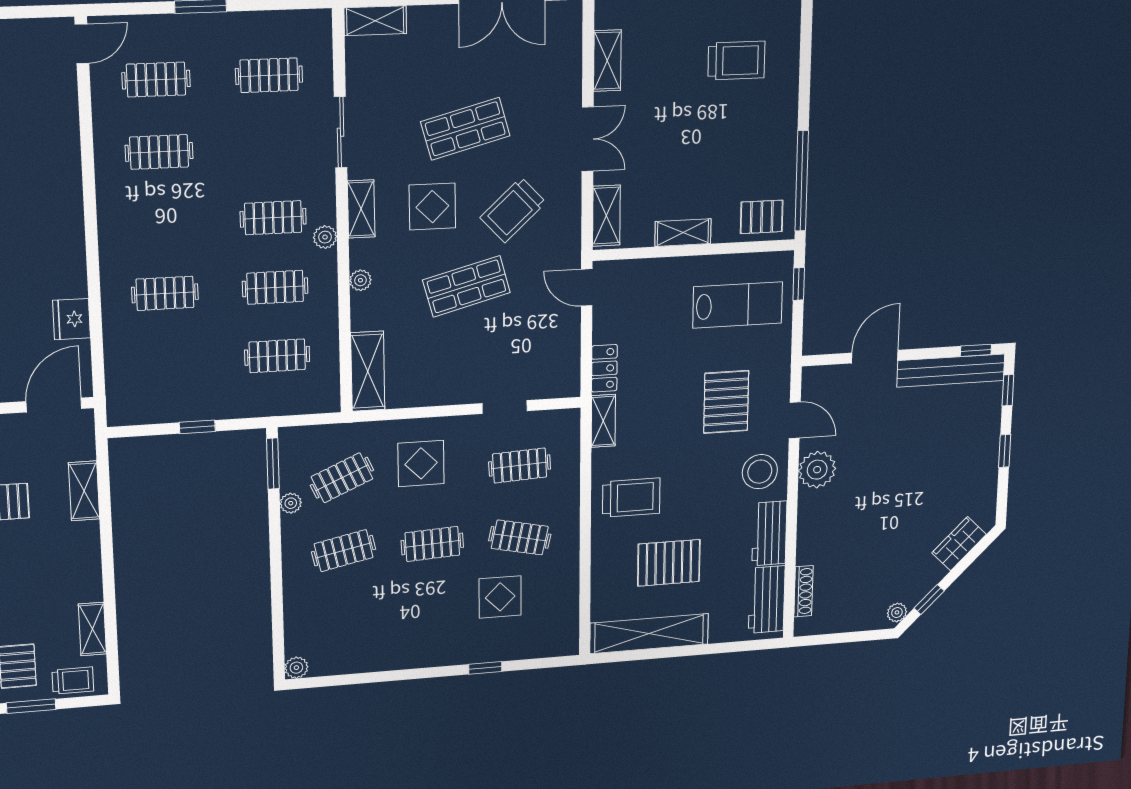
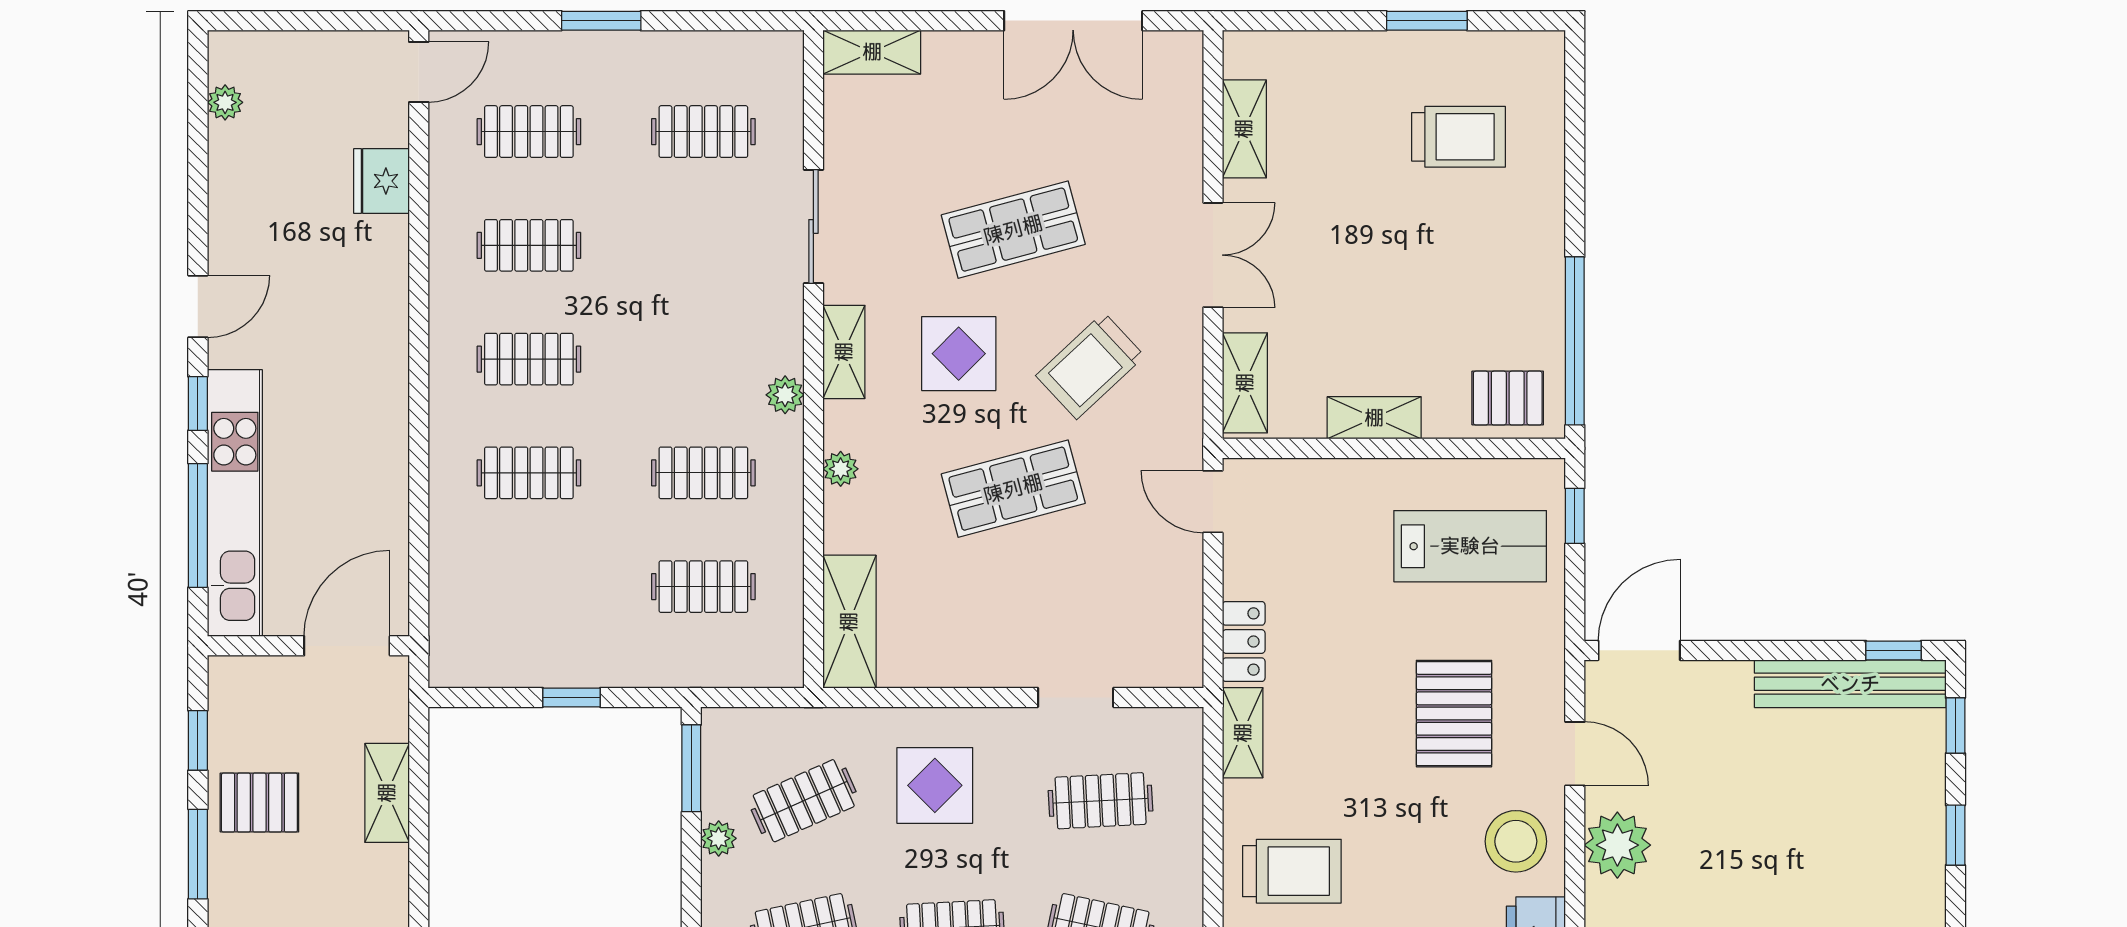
clothes rail: (273, 218) -> (529, 359), moved
fridge: (72, 319) -> (382, 181), moved
door: (875, 357) -> (1639, 650), moved

